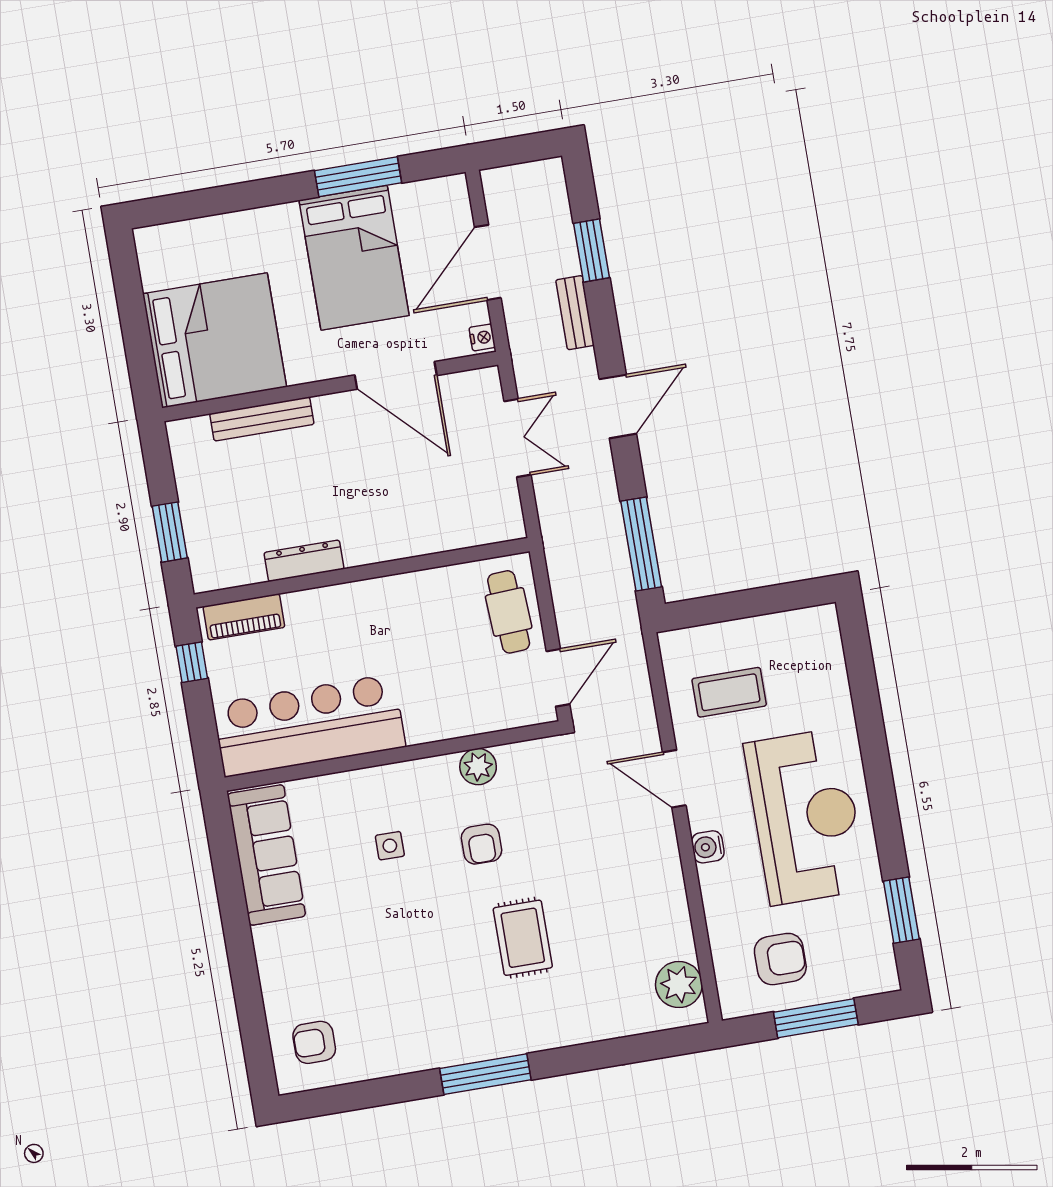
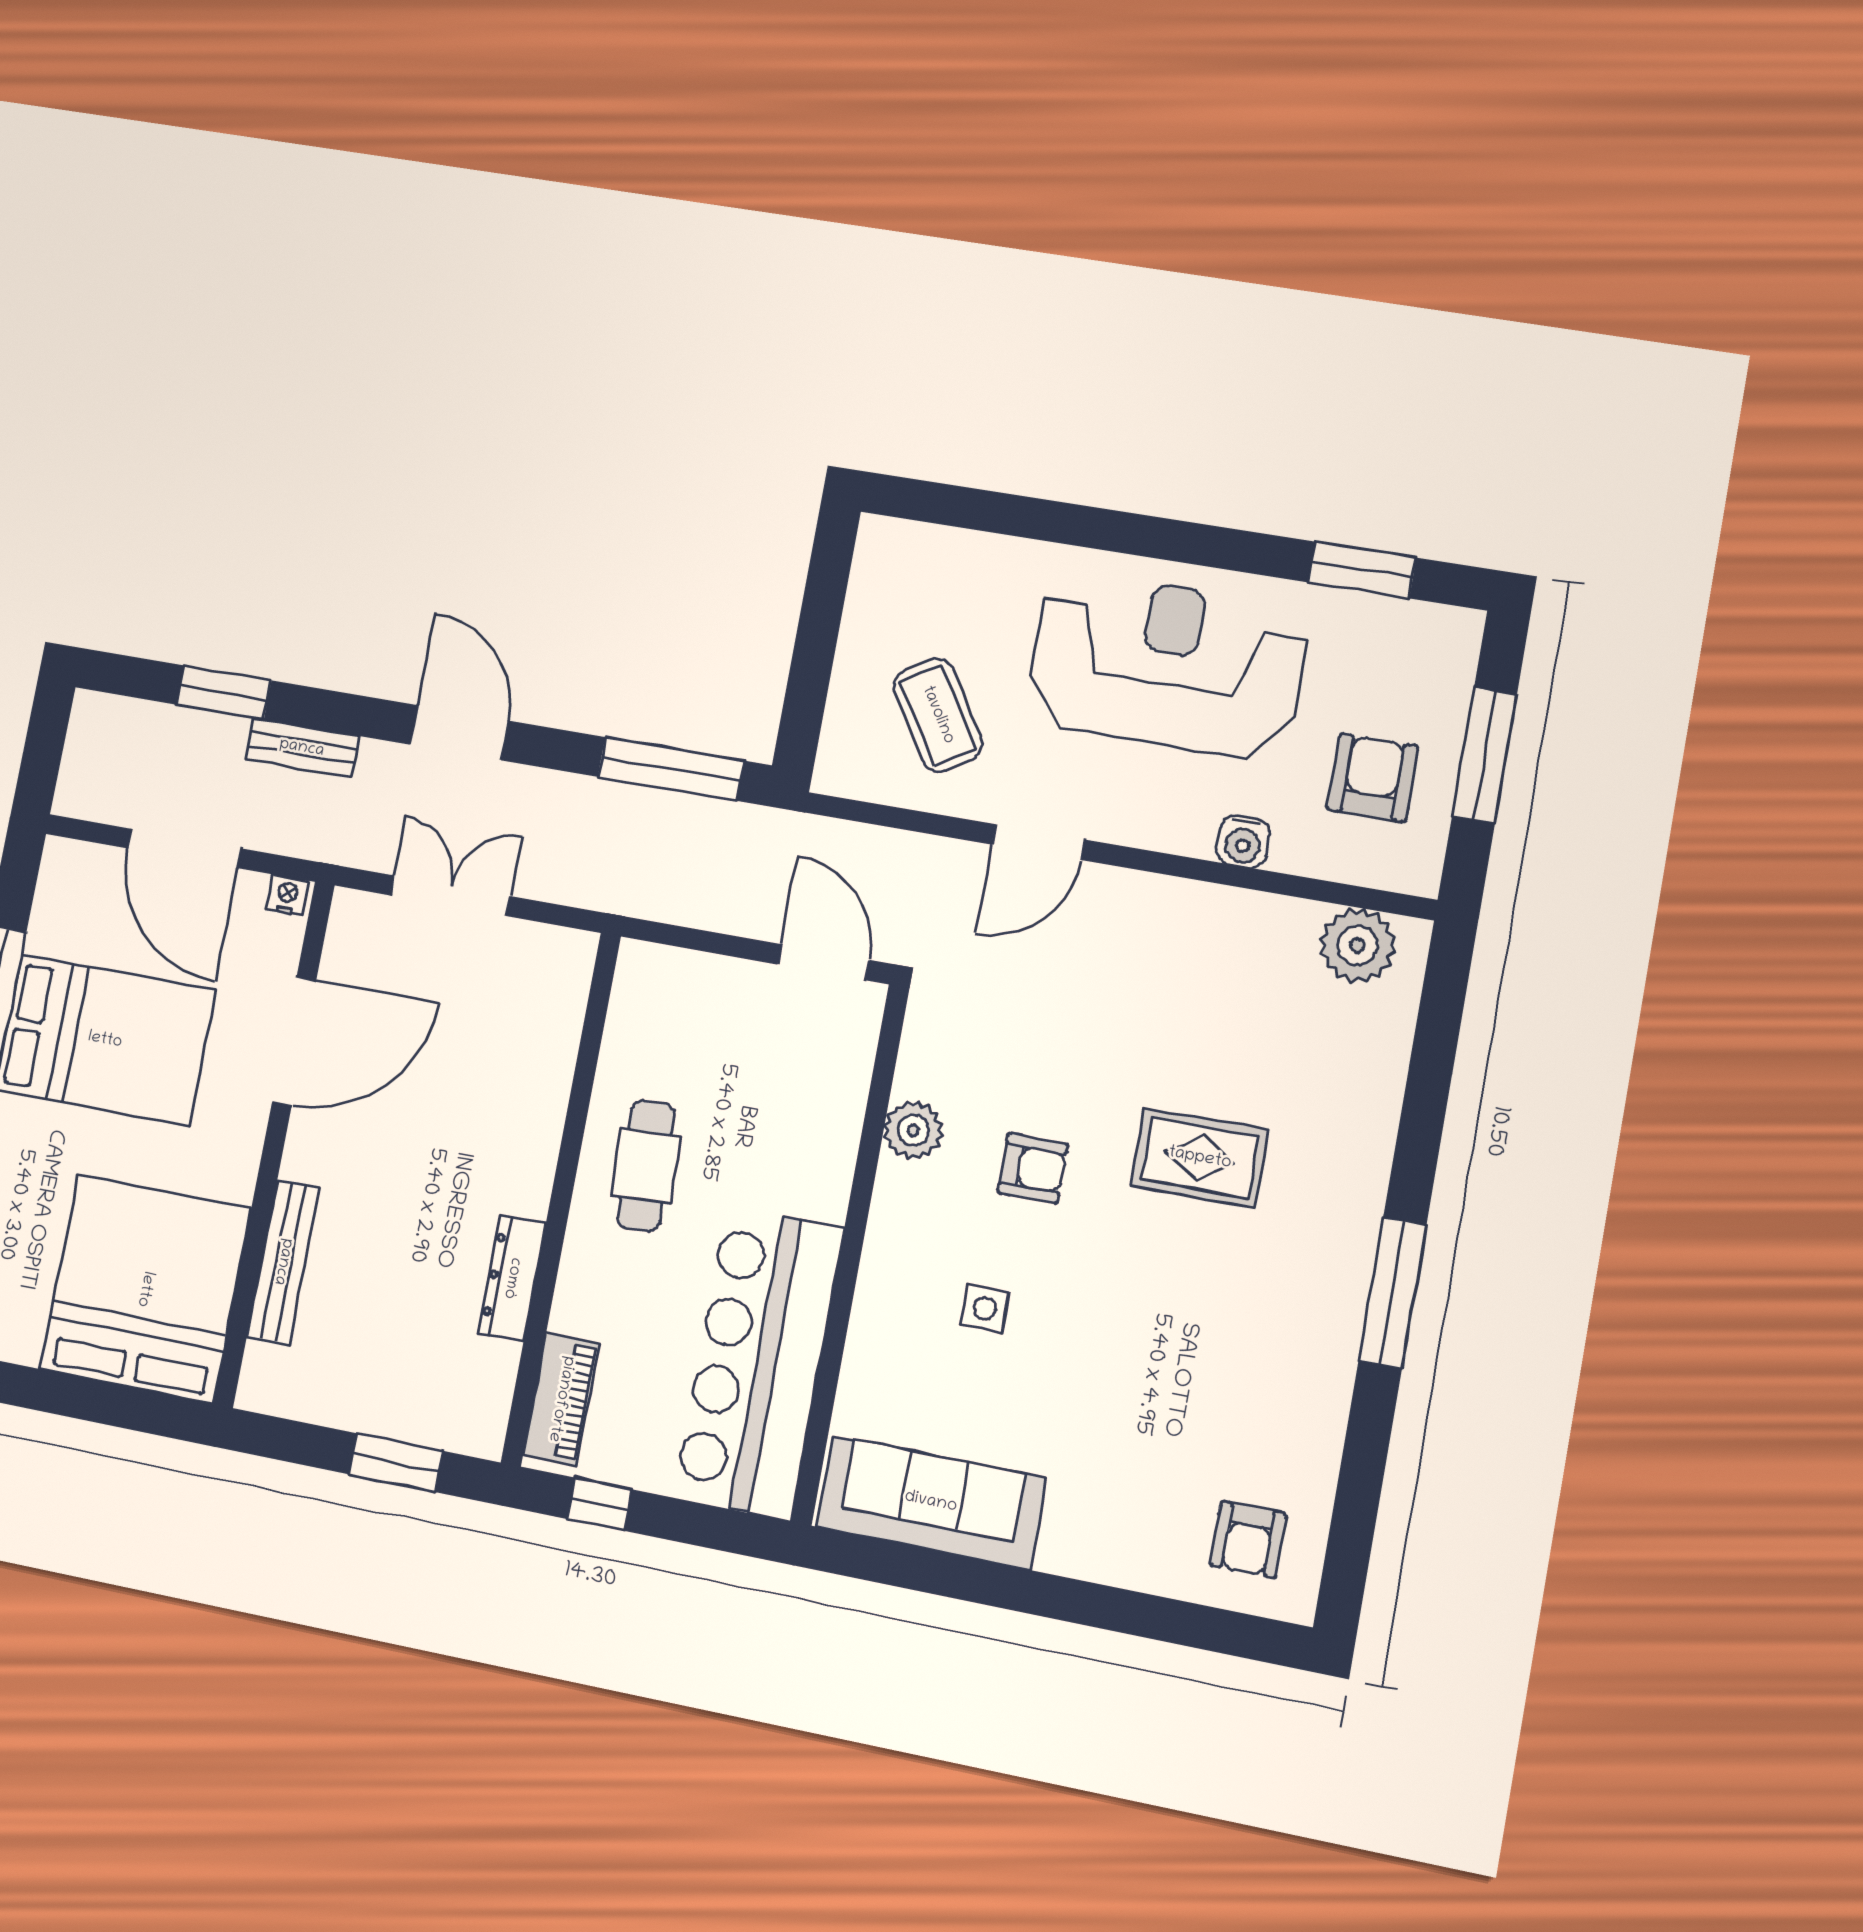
cafe table: (509, 612) -> (646, 1166), moved, turned 90
coffee table: (729, 692) -> (938, 715), turned -32
water cooler: (708, 847) -> (1243, 842), moved

